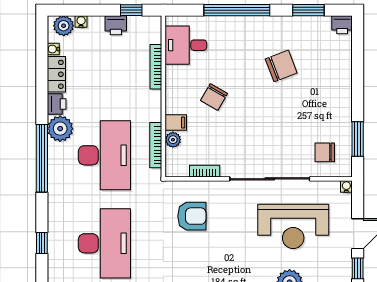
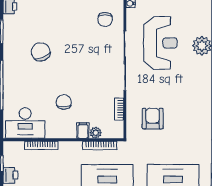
desk: (186, 45) -> (25, 123), width x1.37
chair: (214, 97) -> (64, 102), turned -120

